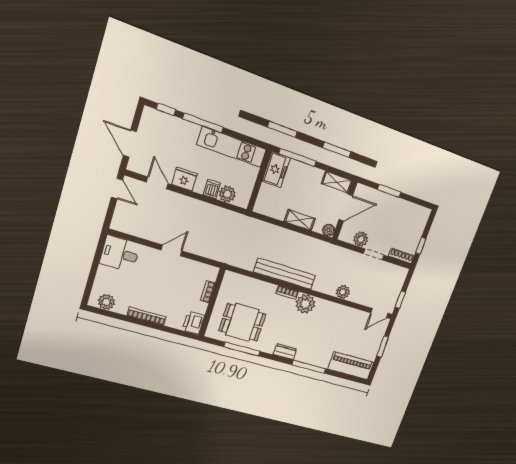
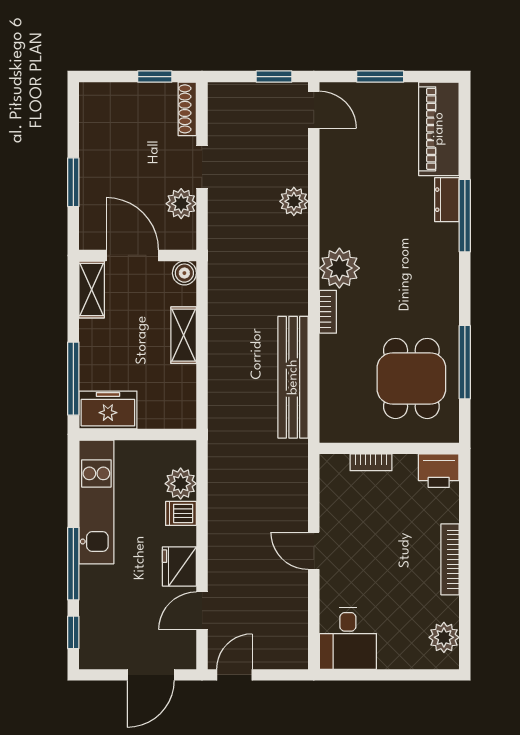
bench: (285, 274) -> (293, 377), moved
dresser: (285, 352) -> (447, 200), moved

